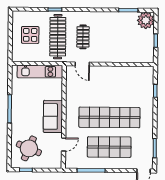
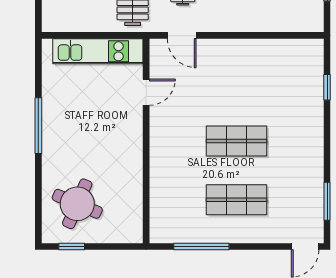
sofa: (53, 116) -> (124, 140), removed
shop shelf: (109, 117) -> (237, 141), width x0.50, depth x0.74
door: (64, 145) -> (146, 92), moved
shop shelf: (109, 147) -> (237, 200), width x0.70, depth x0.74

